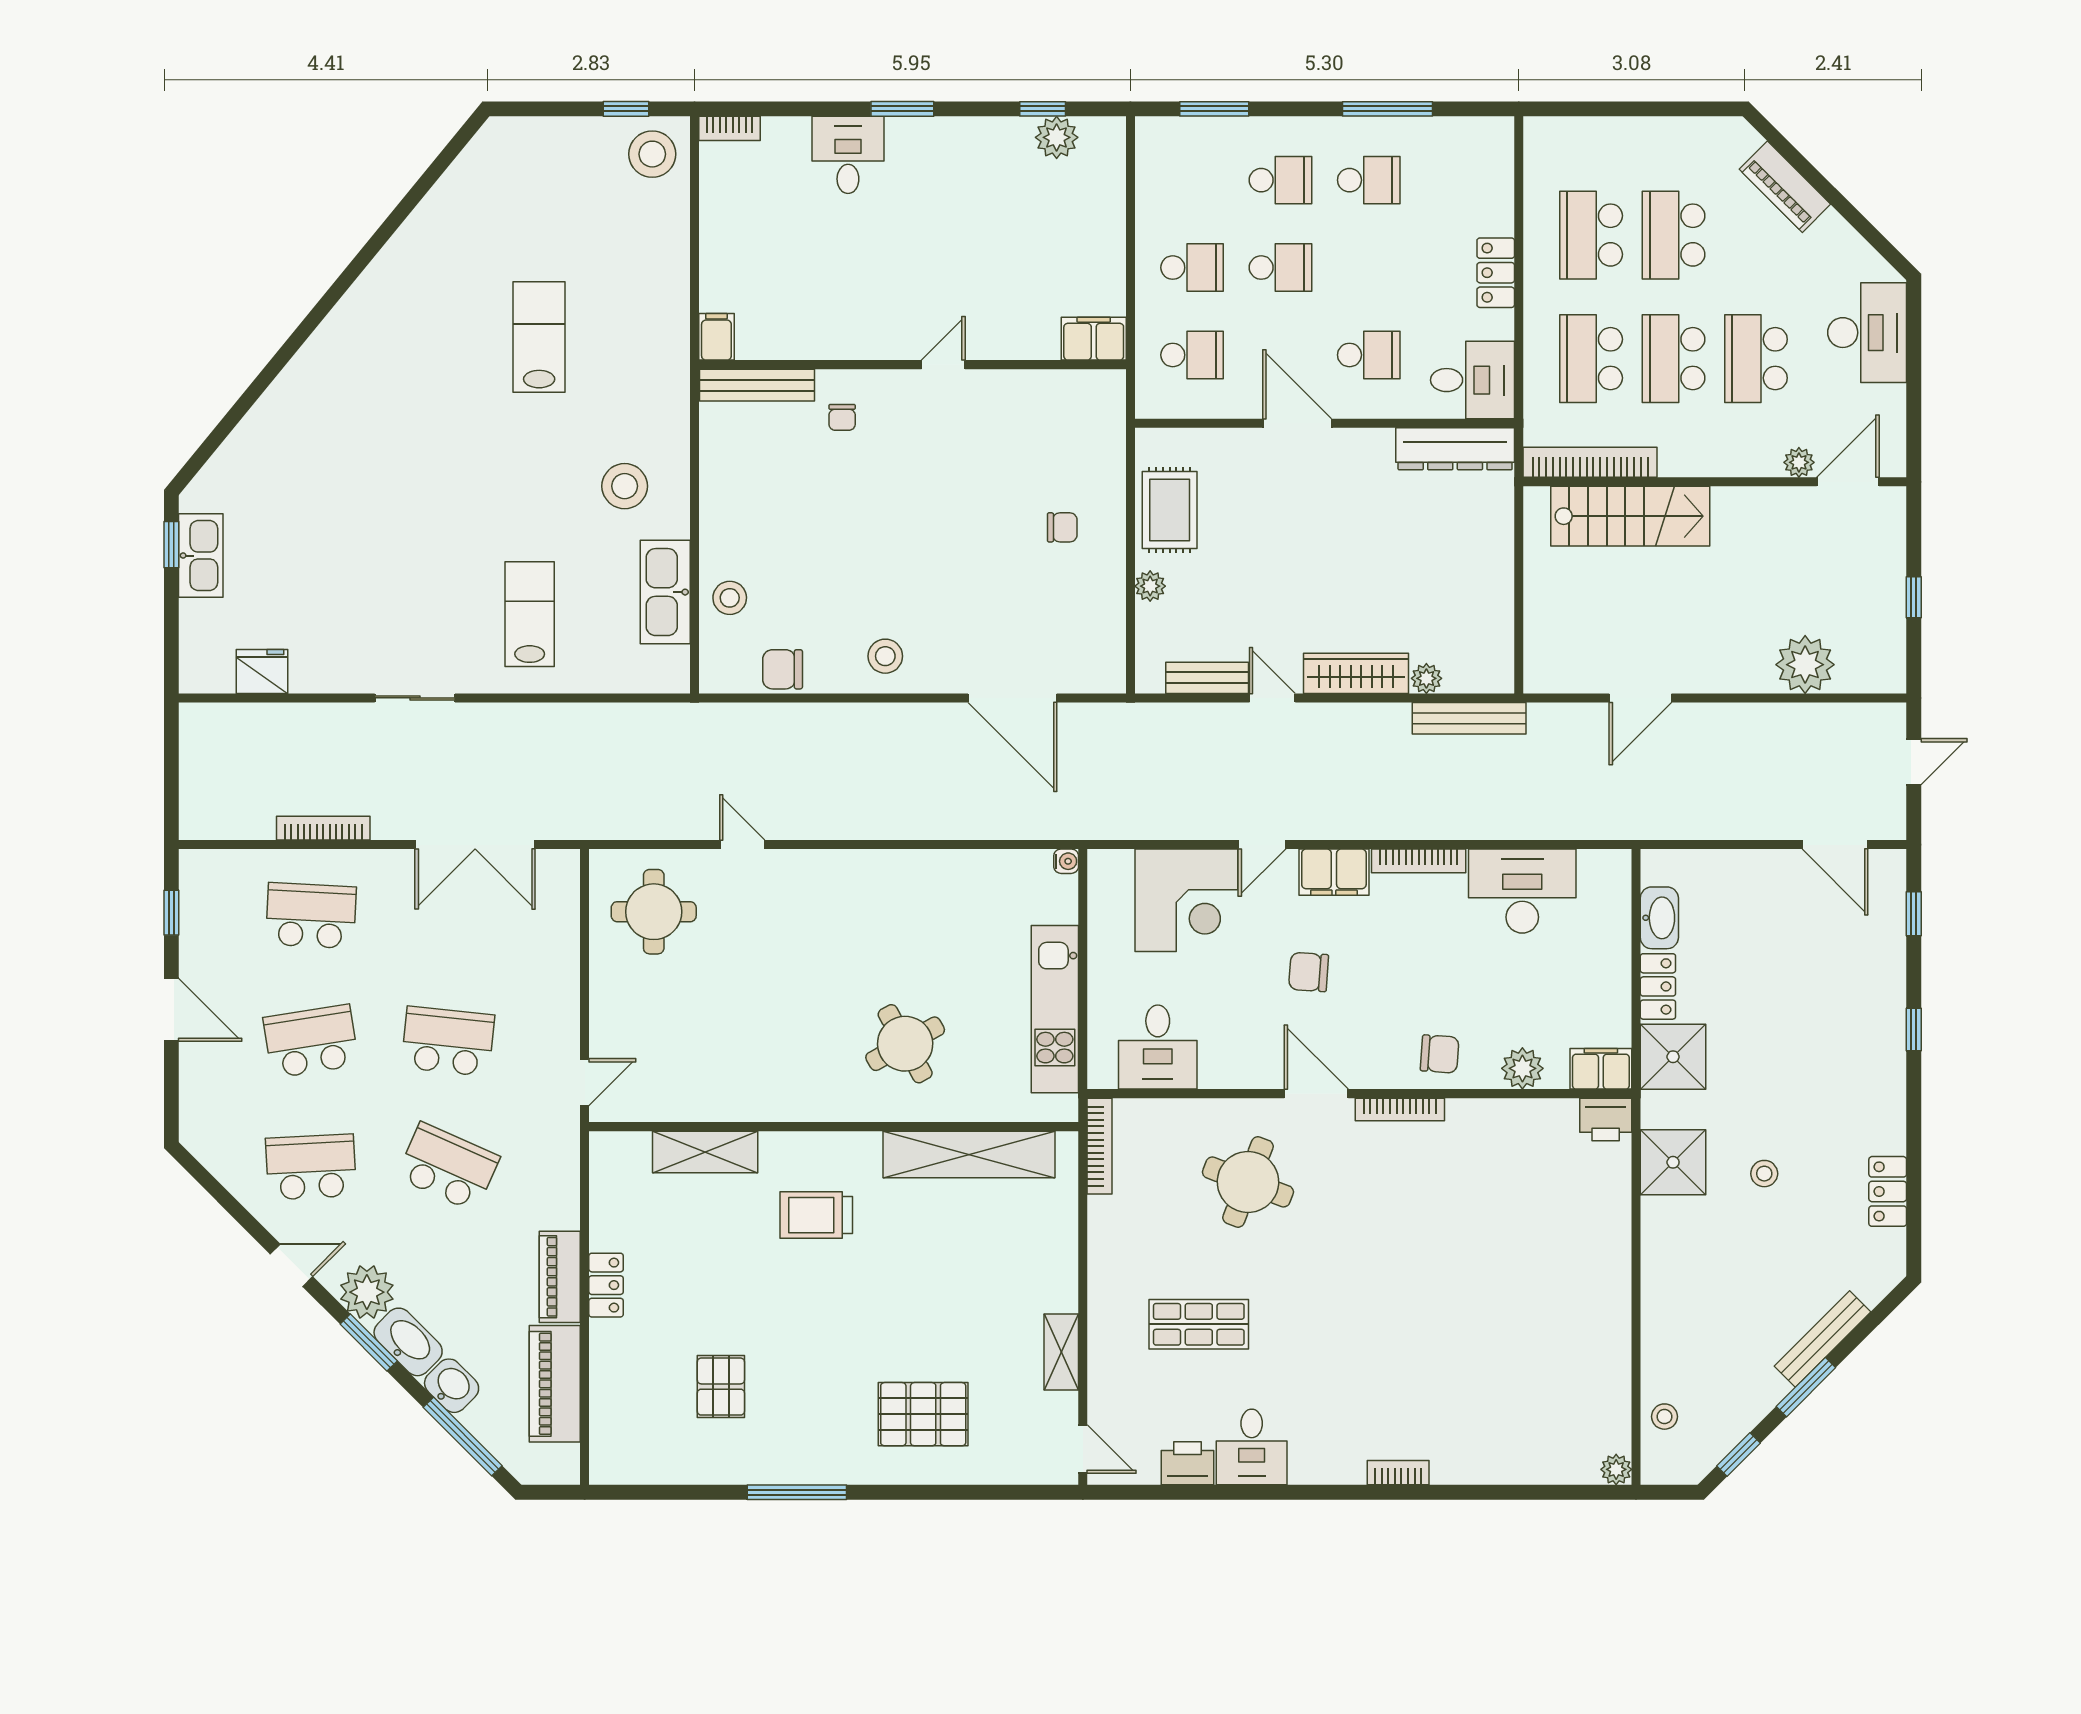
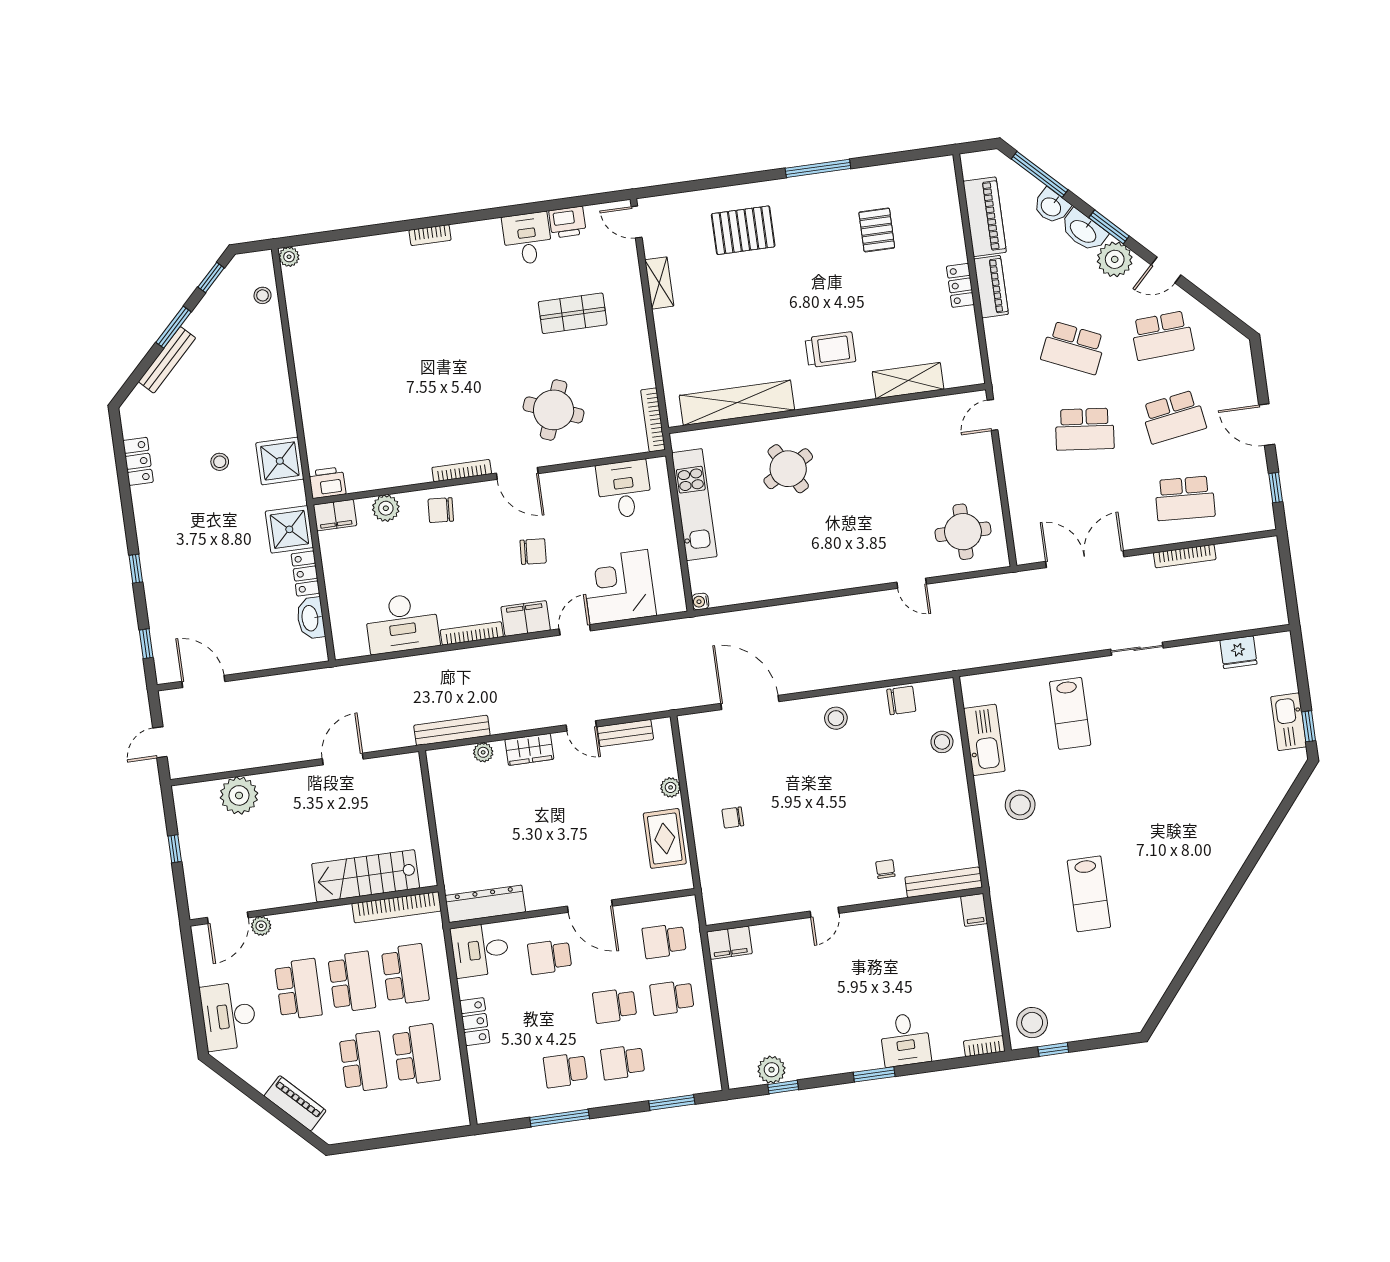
wardrobe: (1356, 673) -> (529, 749), width x0.67

